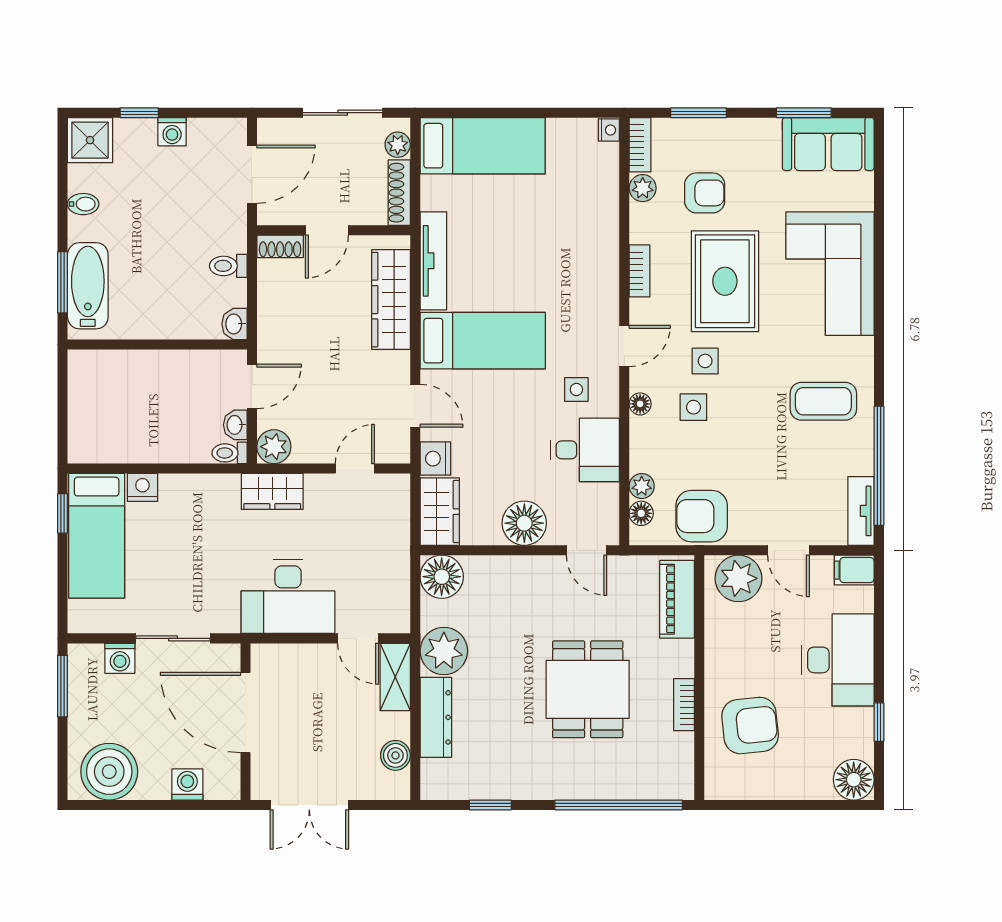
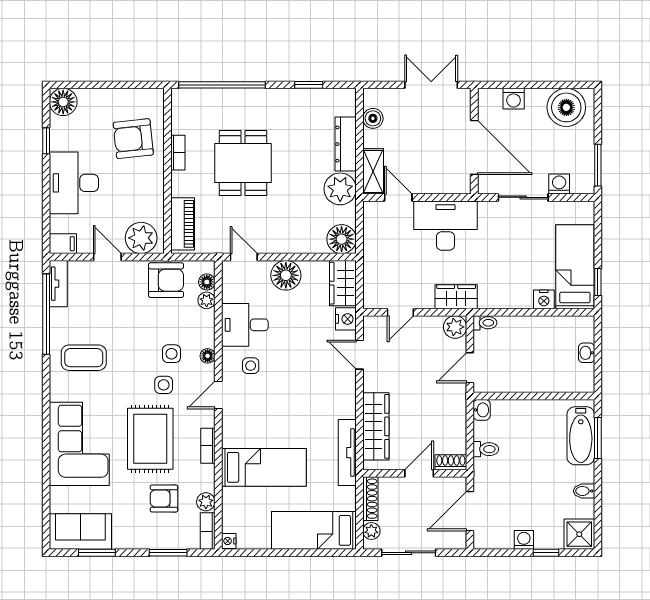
bed: (483, 341) -> (264, 467), moved, turned 180
washbasin: (235, 425) -> (587, 353), moved, turned 180

